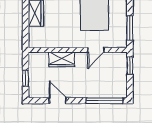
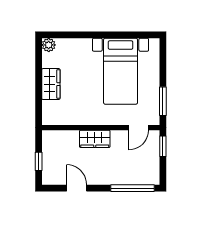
door: (96, 50) -> (139, 128), moved
wardrobe: (62, 59) -> (95, 139), moved

